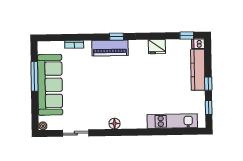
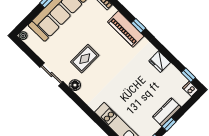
kitchen counter: (198, 70) -> (167, 112), width x0.67
rug: (103, 98) -> (85, 59), added
sliding door: (76, 133) -> (51, 74), moved

